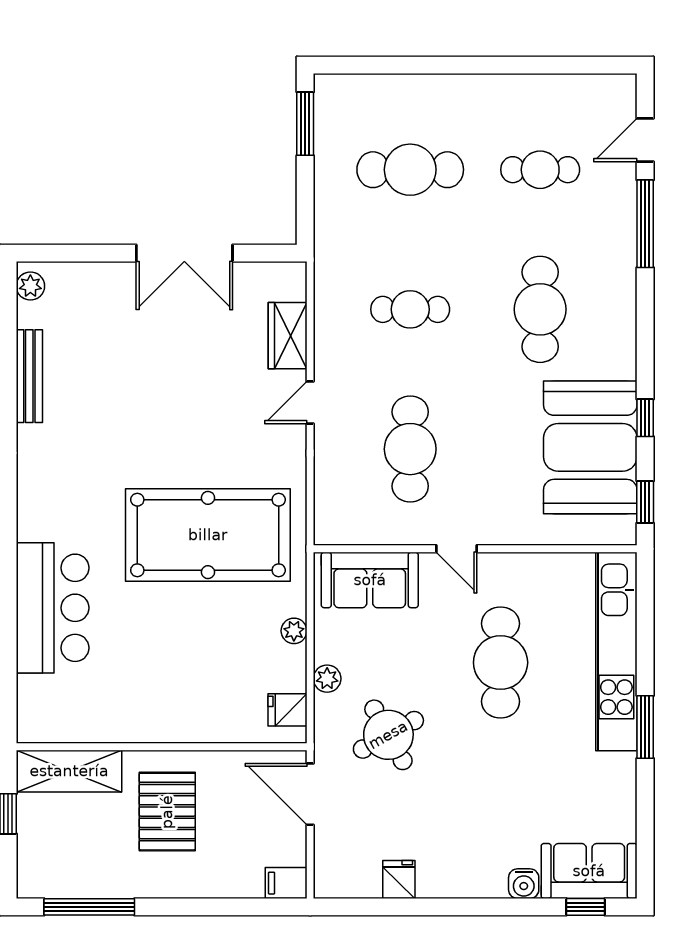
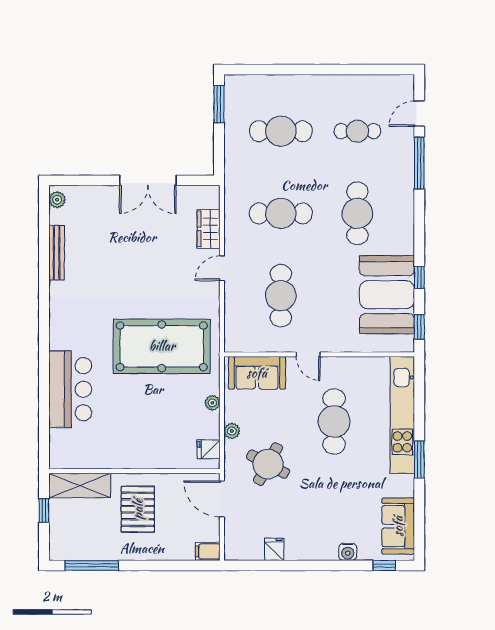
cafe table: (410, 309) -> (281, 213), width x1.37, depth x1.35
round table: (388, 735) -> (268, 464), turned -33
sofa: (589, 871) -> (398, 526), moved, turned -90

